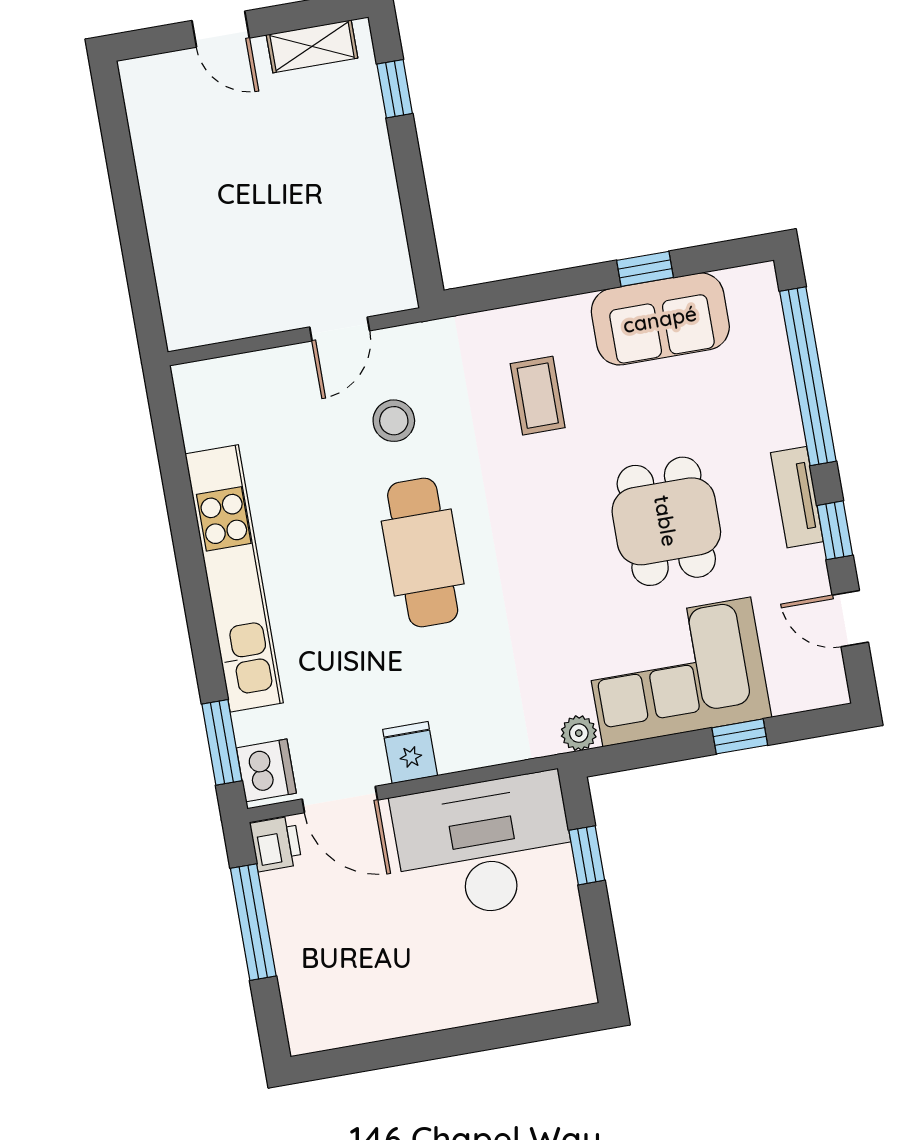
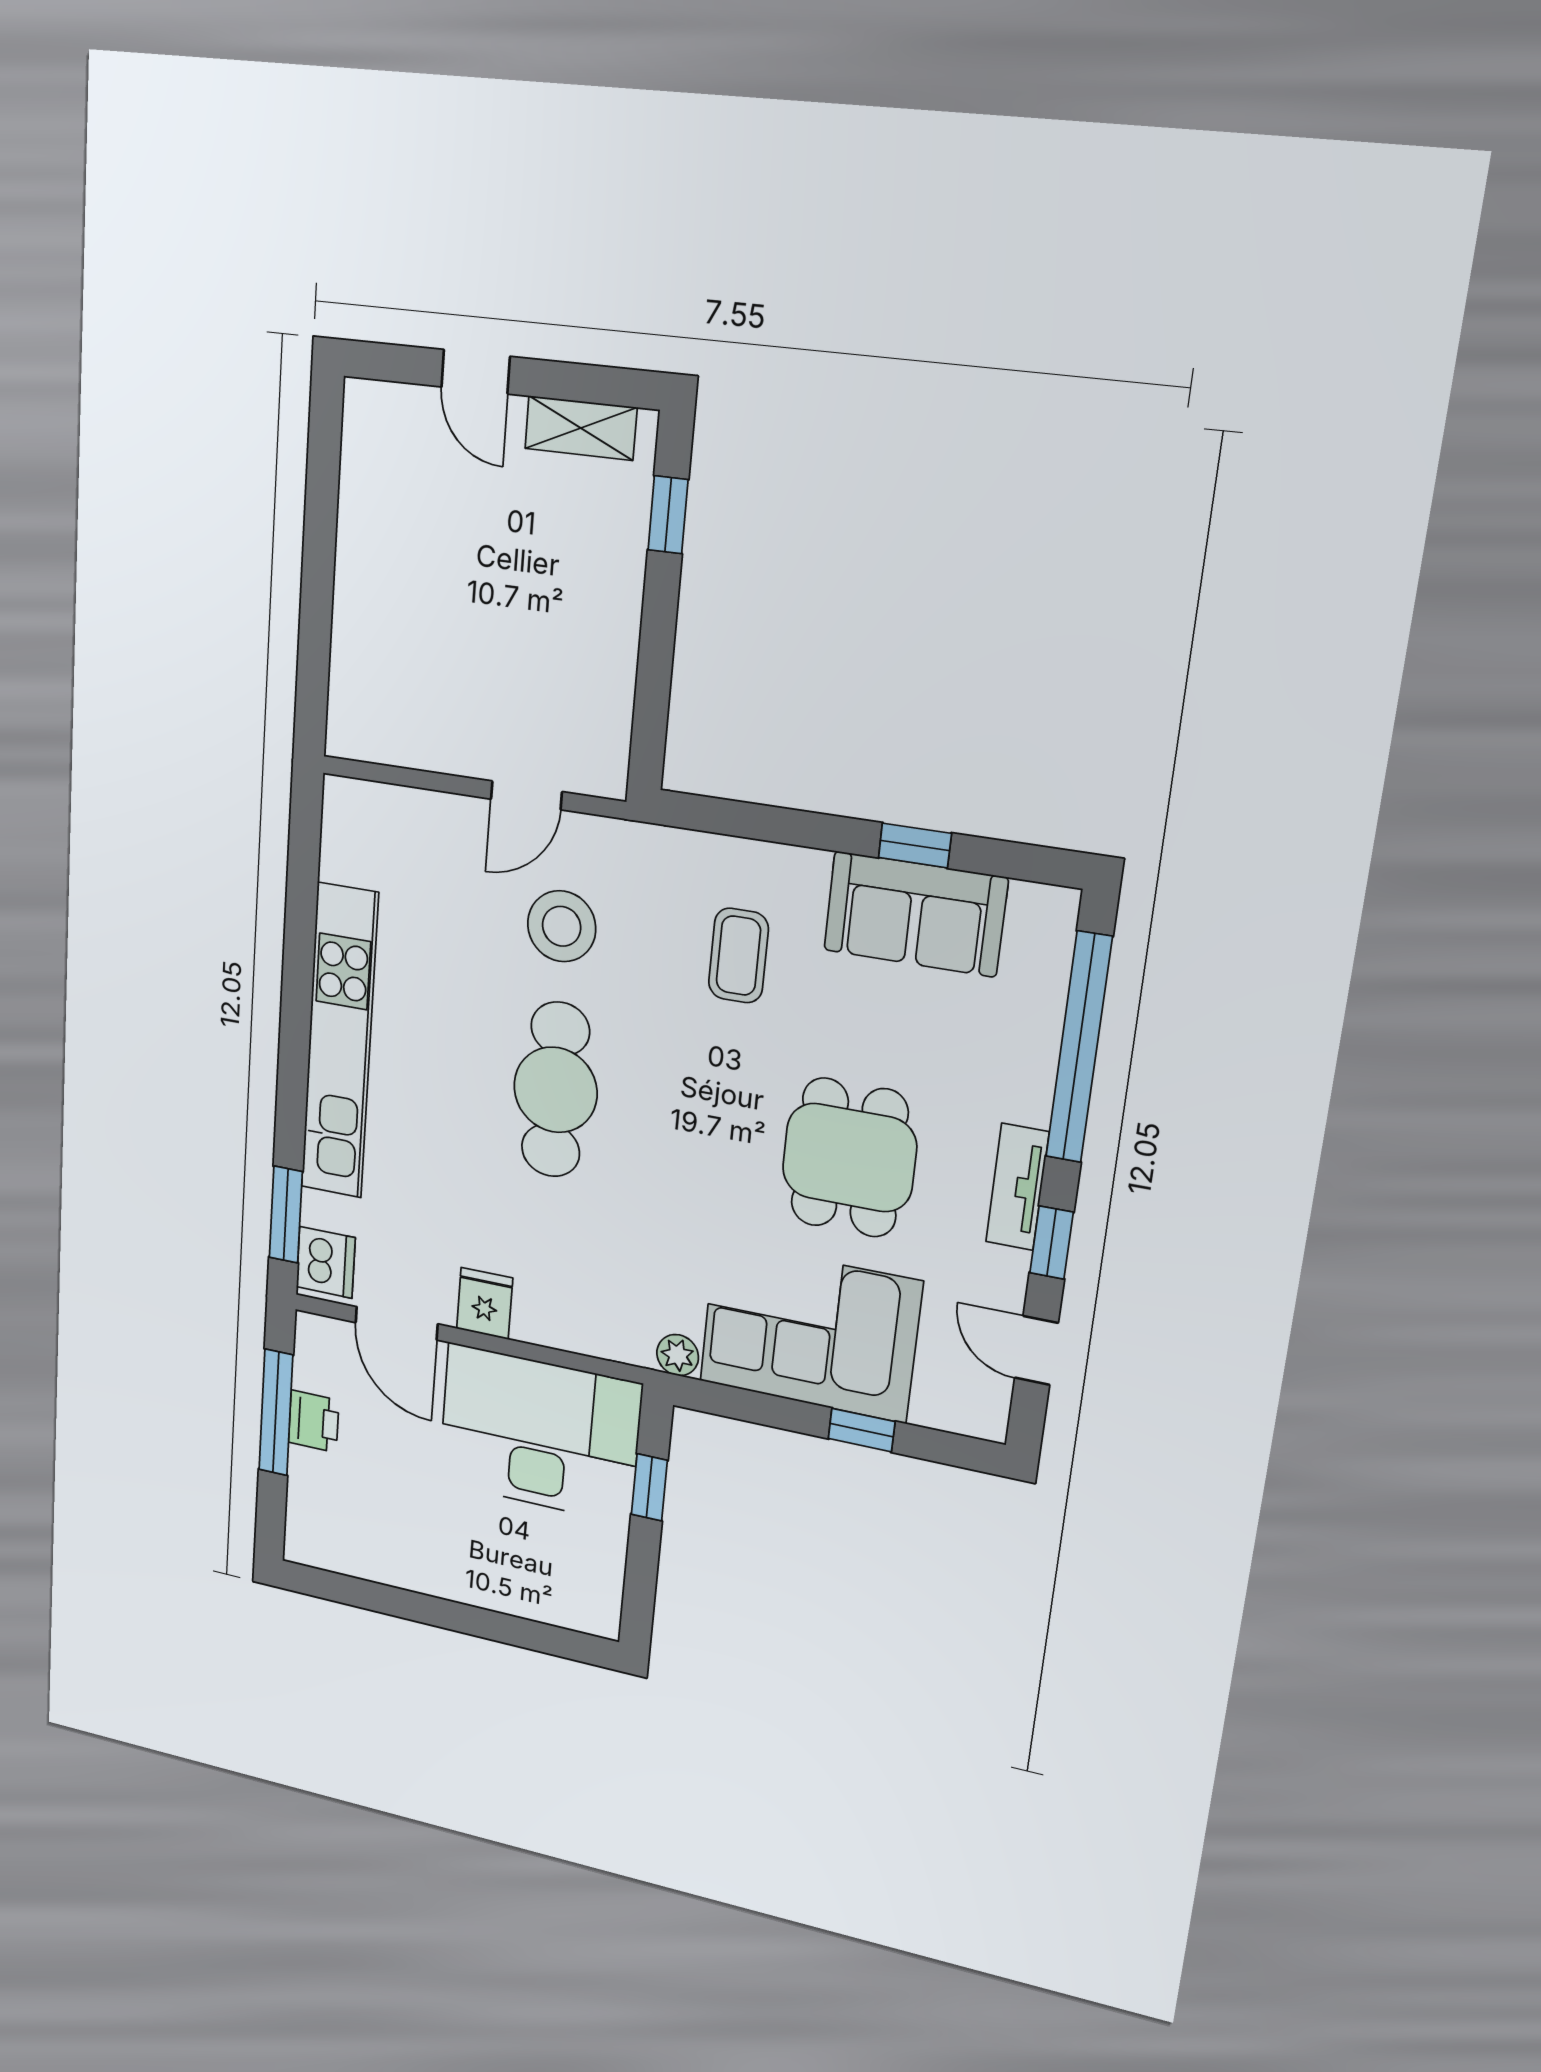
stool: (394, 421) -> (562, 926), width x1.38, depth x1.38
printer: (276, 844) -> (314, 1421), moved

